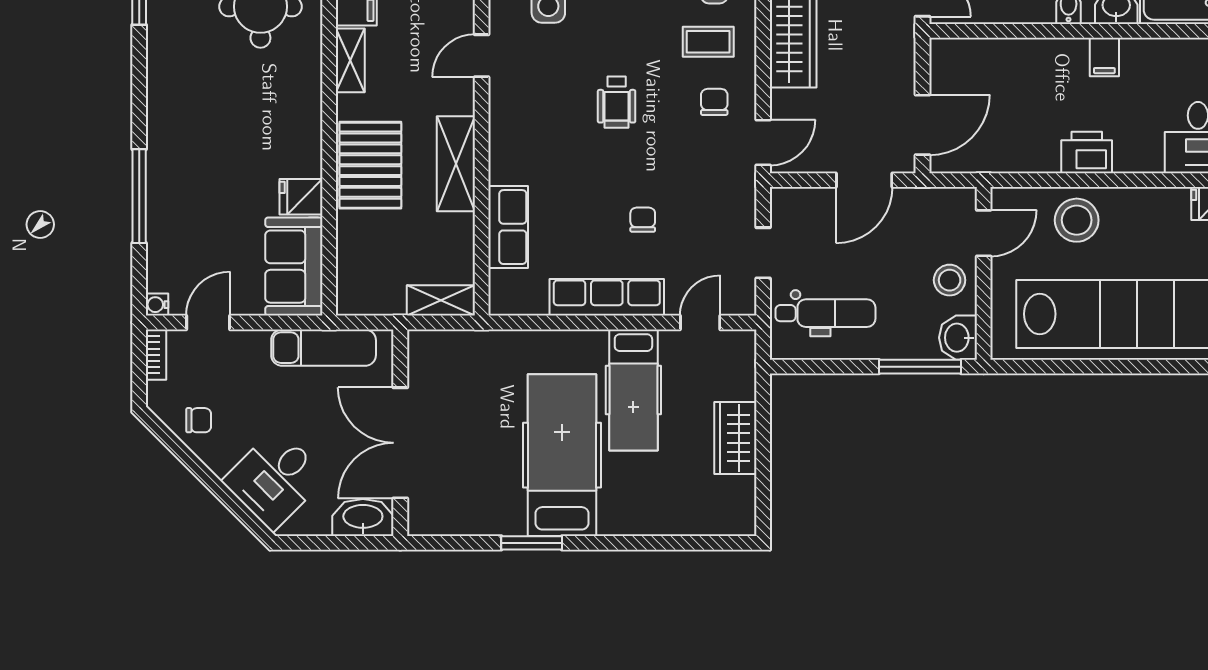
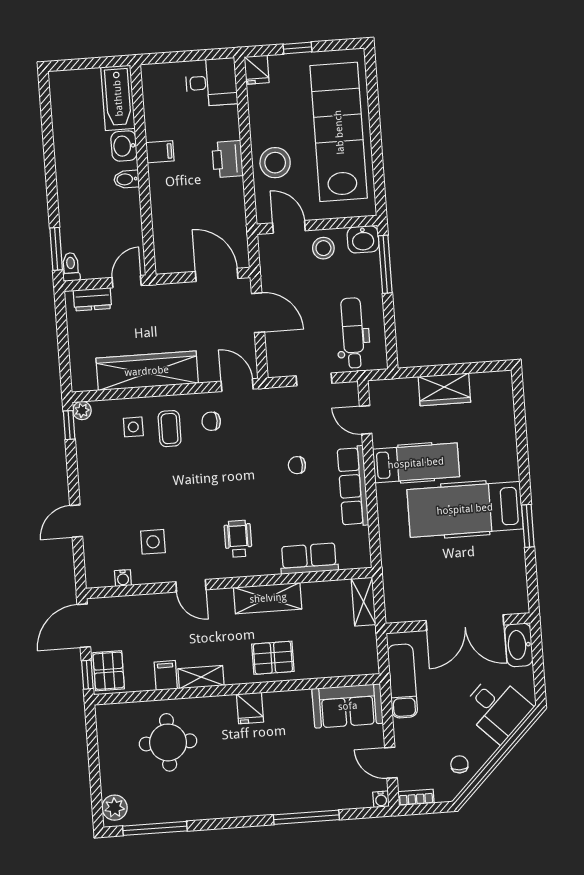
wheelchair: (617, 102) -> (238, 539), moved, turned -90
pallet: (370, 165) -> (273, 658), width x0.67, depth x0.71
fridge: (301, 197) -> (250, 708), moved

